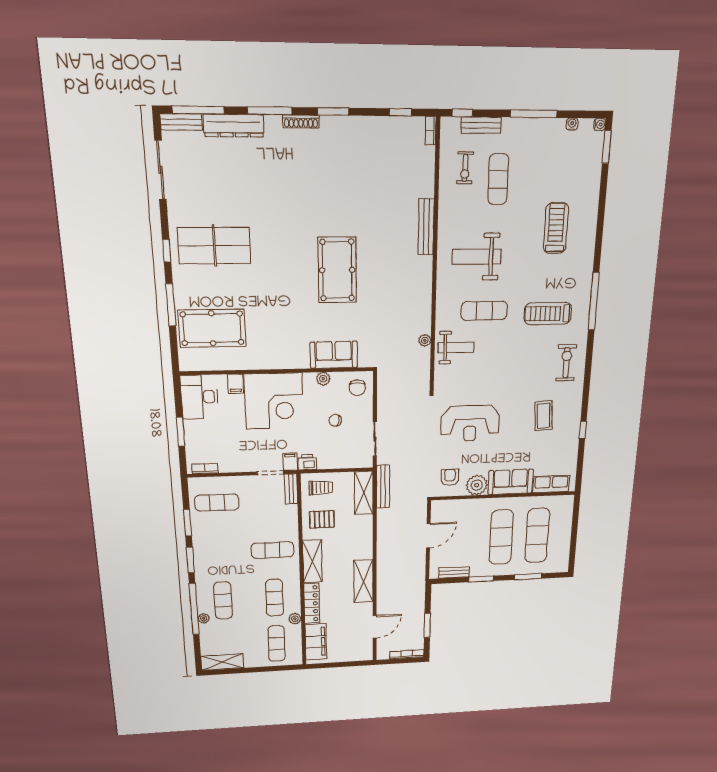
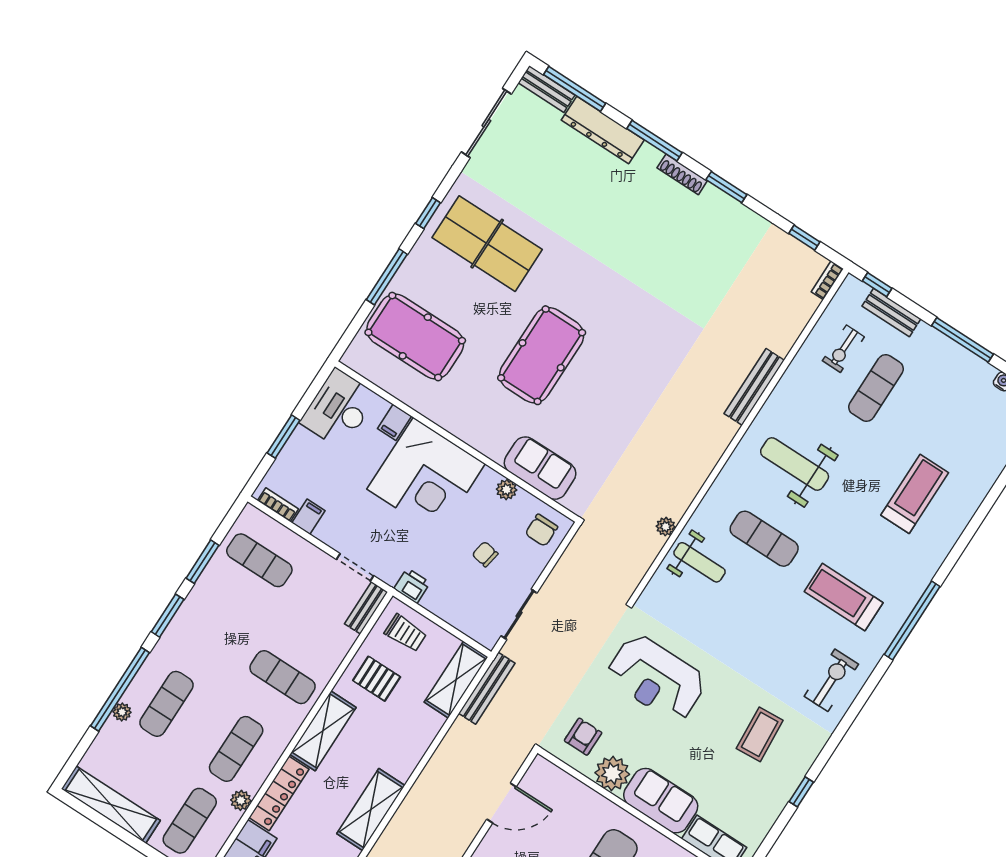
pool table: (337, 270) -> (542, 355), moved
filing cabinet: (290, 462) -> (308, 517), moved
shelving: (222, 662) -> (111, 805), width x1.47

